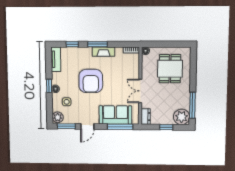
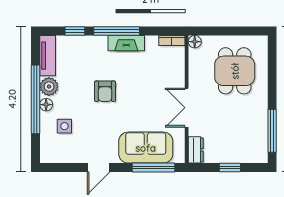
window: (98, 44) -> (117, 31), width x1.44
armchair: (91, 81) -> (105, 91), width x0.53, depth x0.53
window: (49, 86) -> (35, 99), width x3.17
plant: (58, 117) -> (49, 87), moved
plant: (182, 117) -> (255, 150), removed
window: (66, 126) -> (63, 167), removed

